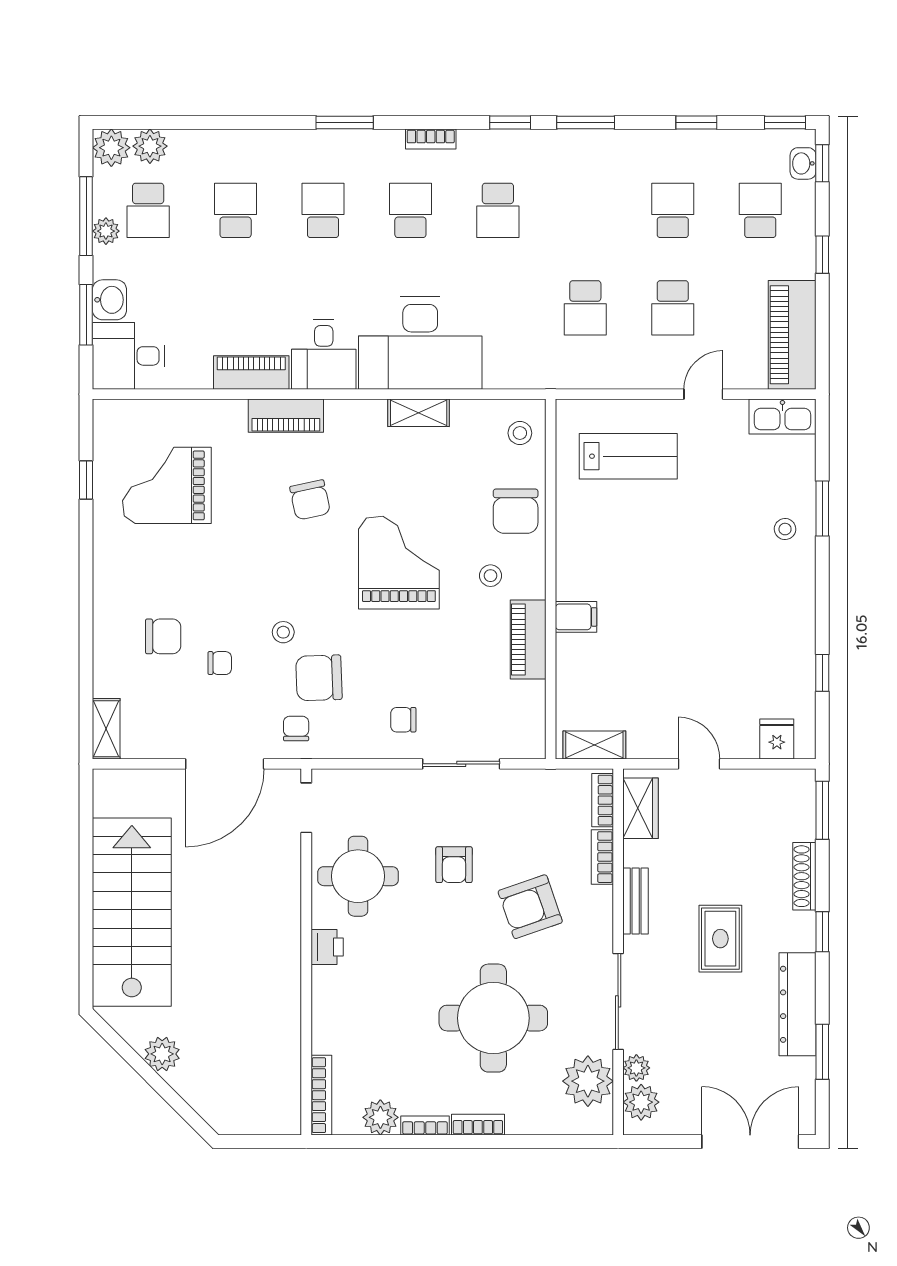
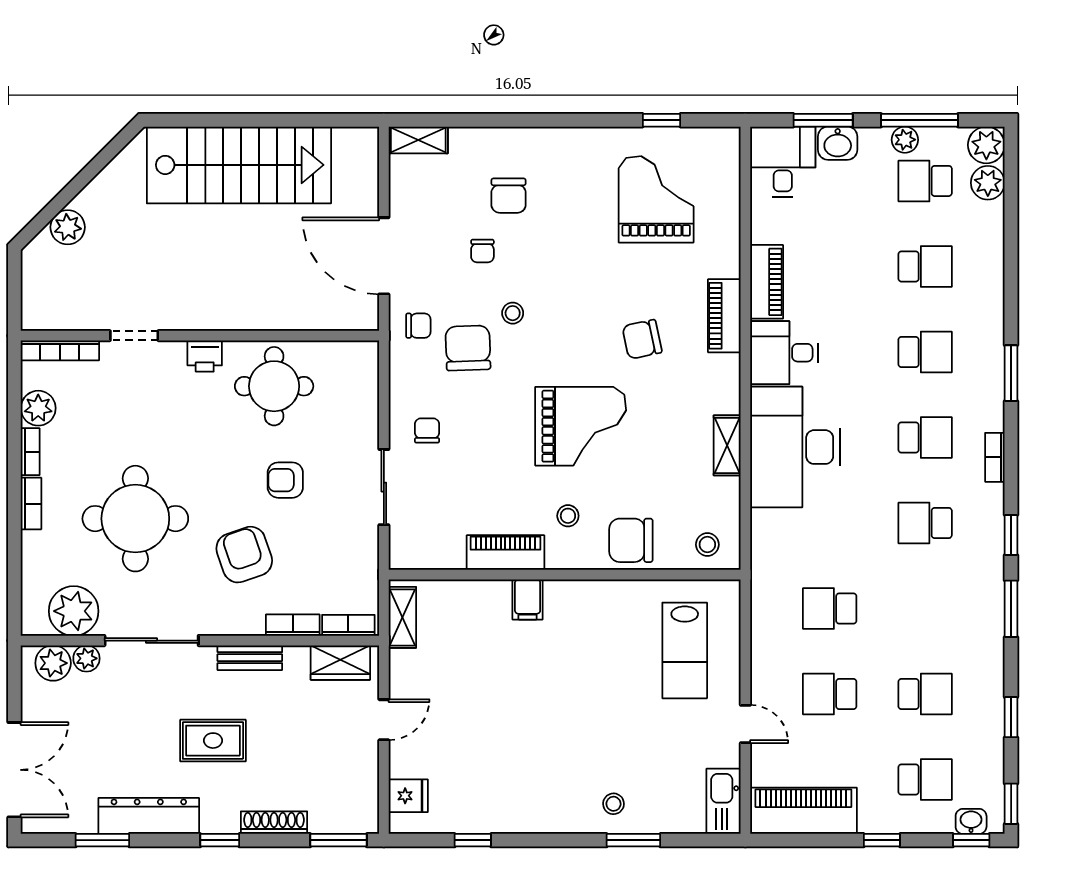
doorway: (306, 808) -> (134, 336), moved
plant: (162, 1054) -> (68, 227), moved

